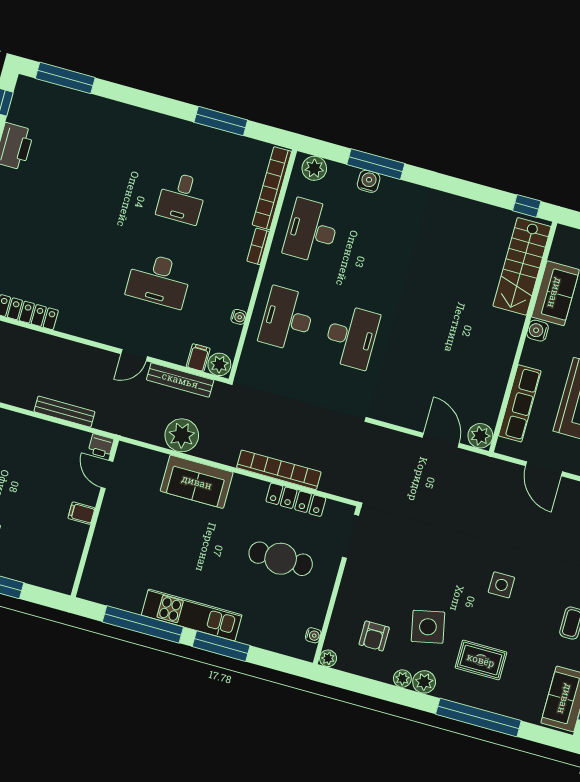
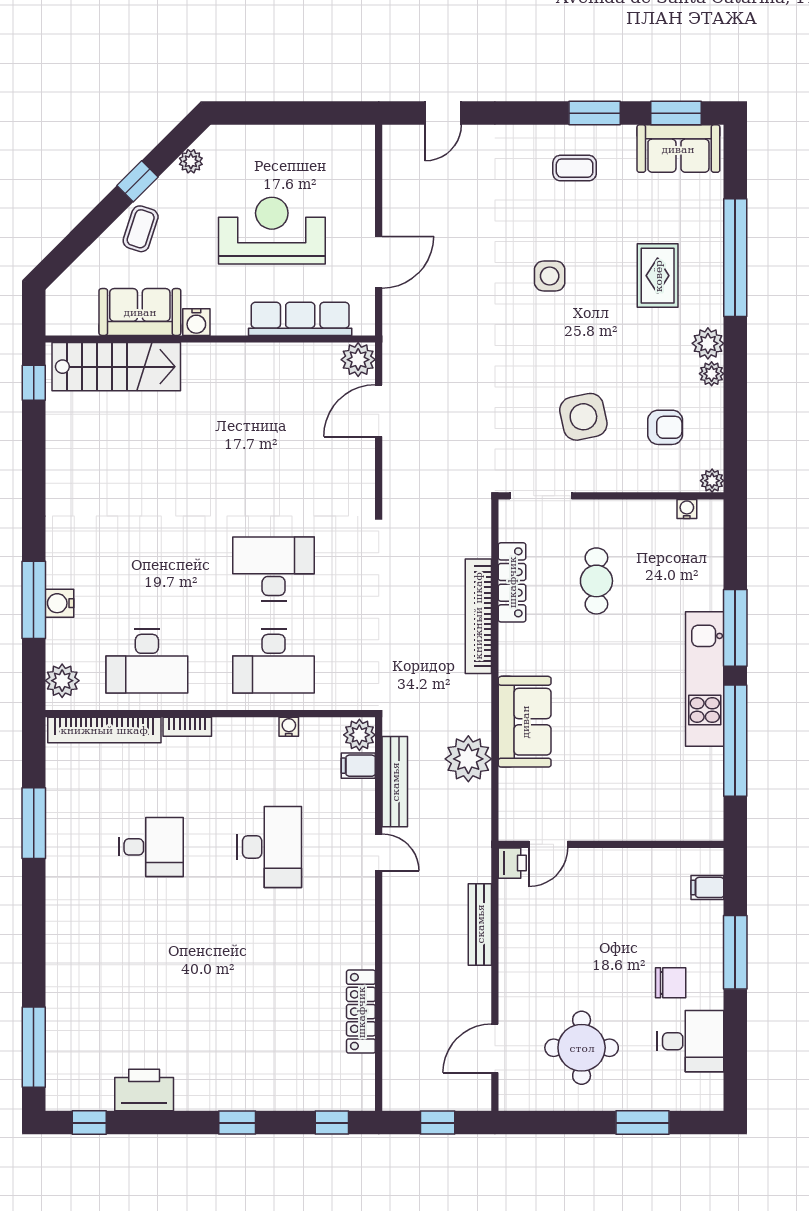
filing cabinet: (81, 513) -> (707, 887), moved, turned 90
cafe table: (281, 559) -> (596, 581), width x0.73, depth x0.74
side table: (428, 627) -> (583, 417), moved

